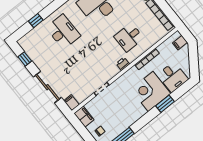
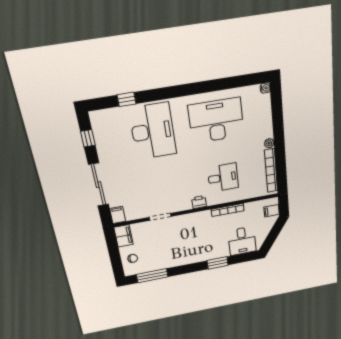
desk: (63, 32) -> (153, 131), width x1.36, depth x1.30
desk: (129, 37) -> (223, 178), turned 180
corner desk: (151, 91) -> (211, 244), removed

